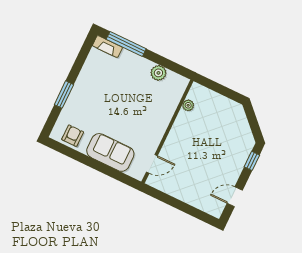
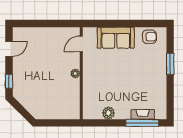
fireplace: (107, 47) -> (143, 114), moved
plant: (188, 105) -> (75, 73), moved
armchair: (73, 136) -> (149, 37), turned -92

